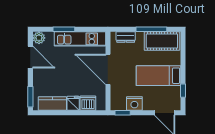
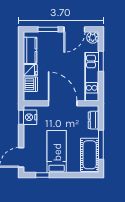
door: (108, 69) -> (63, 103), hinge flipped
window: (30, 97) -> (48, 29), moved
nightstand: (134, 104) -> (30, 117), moved

